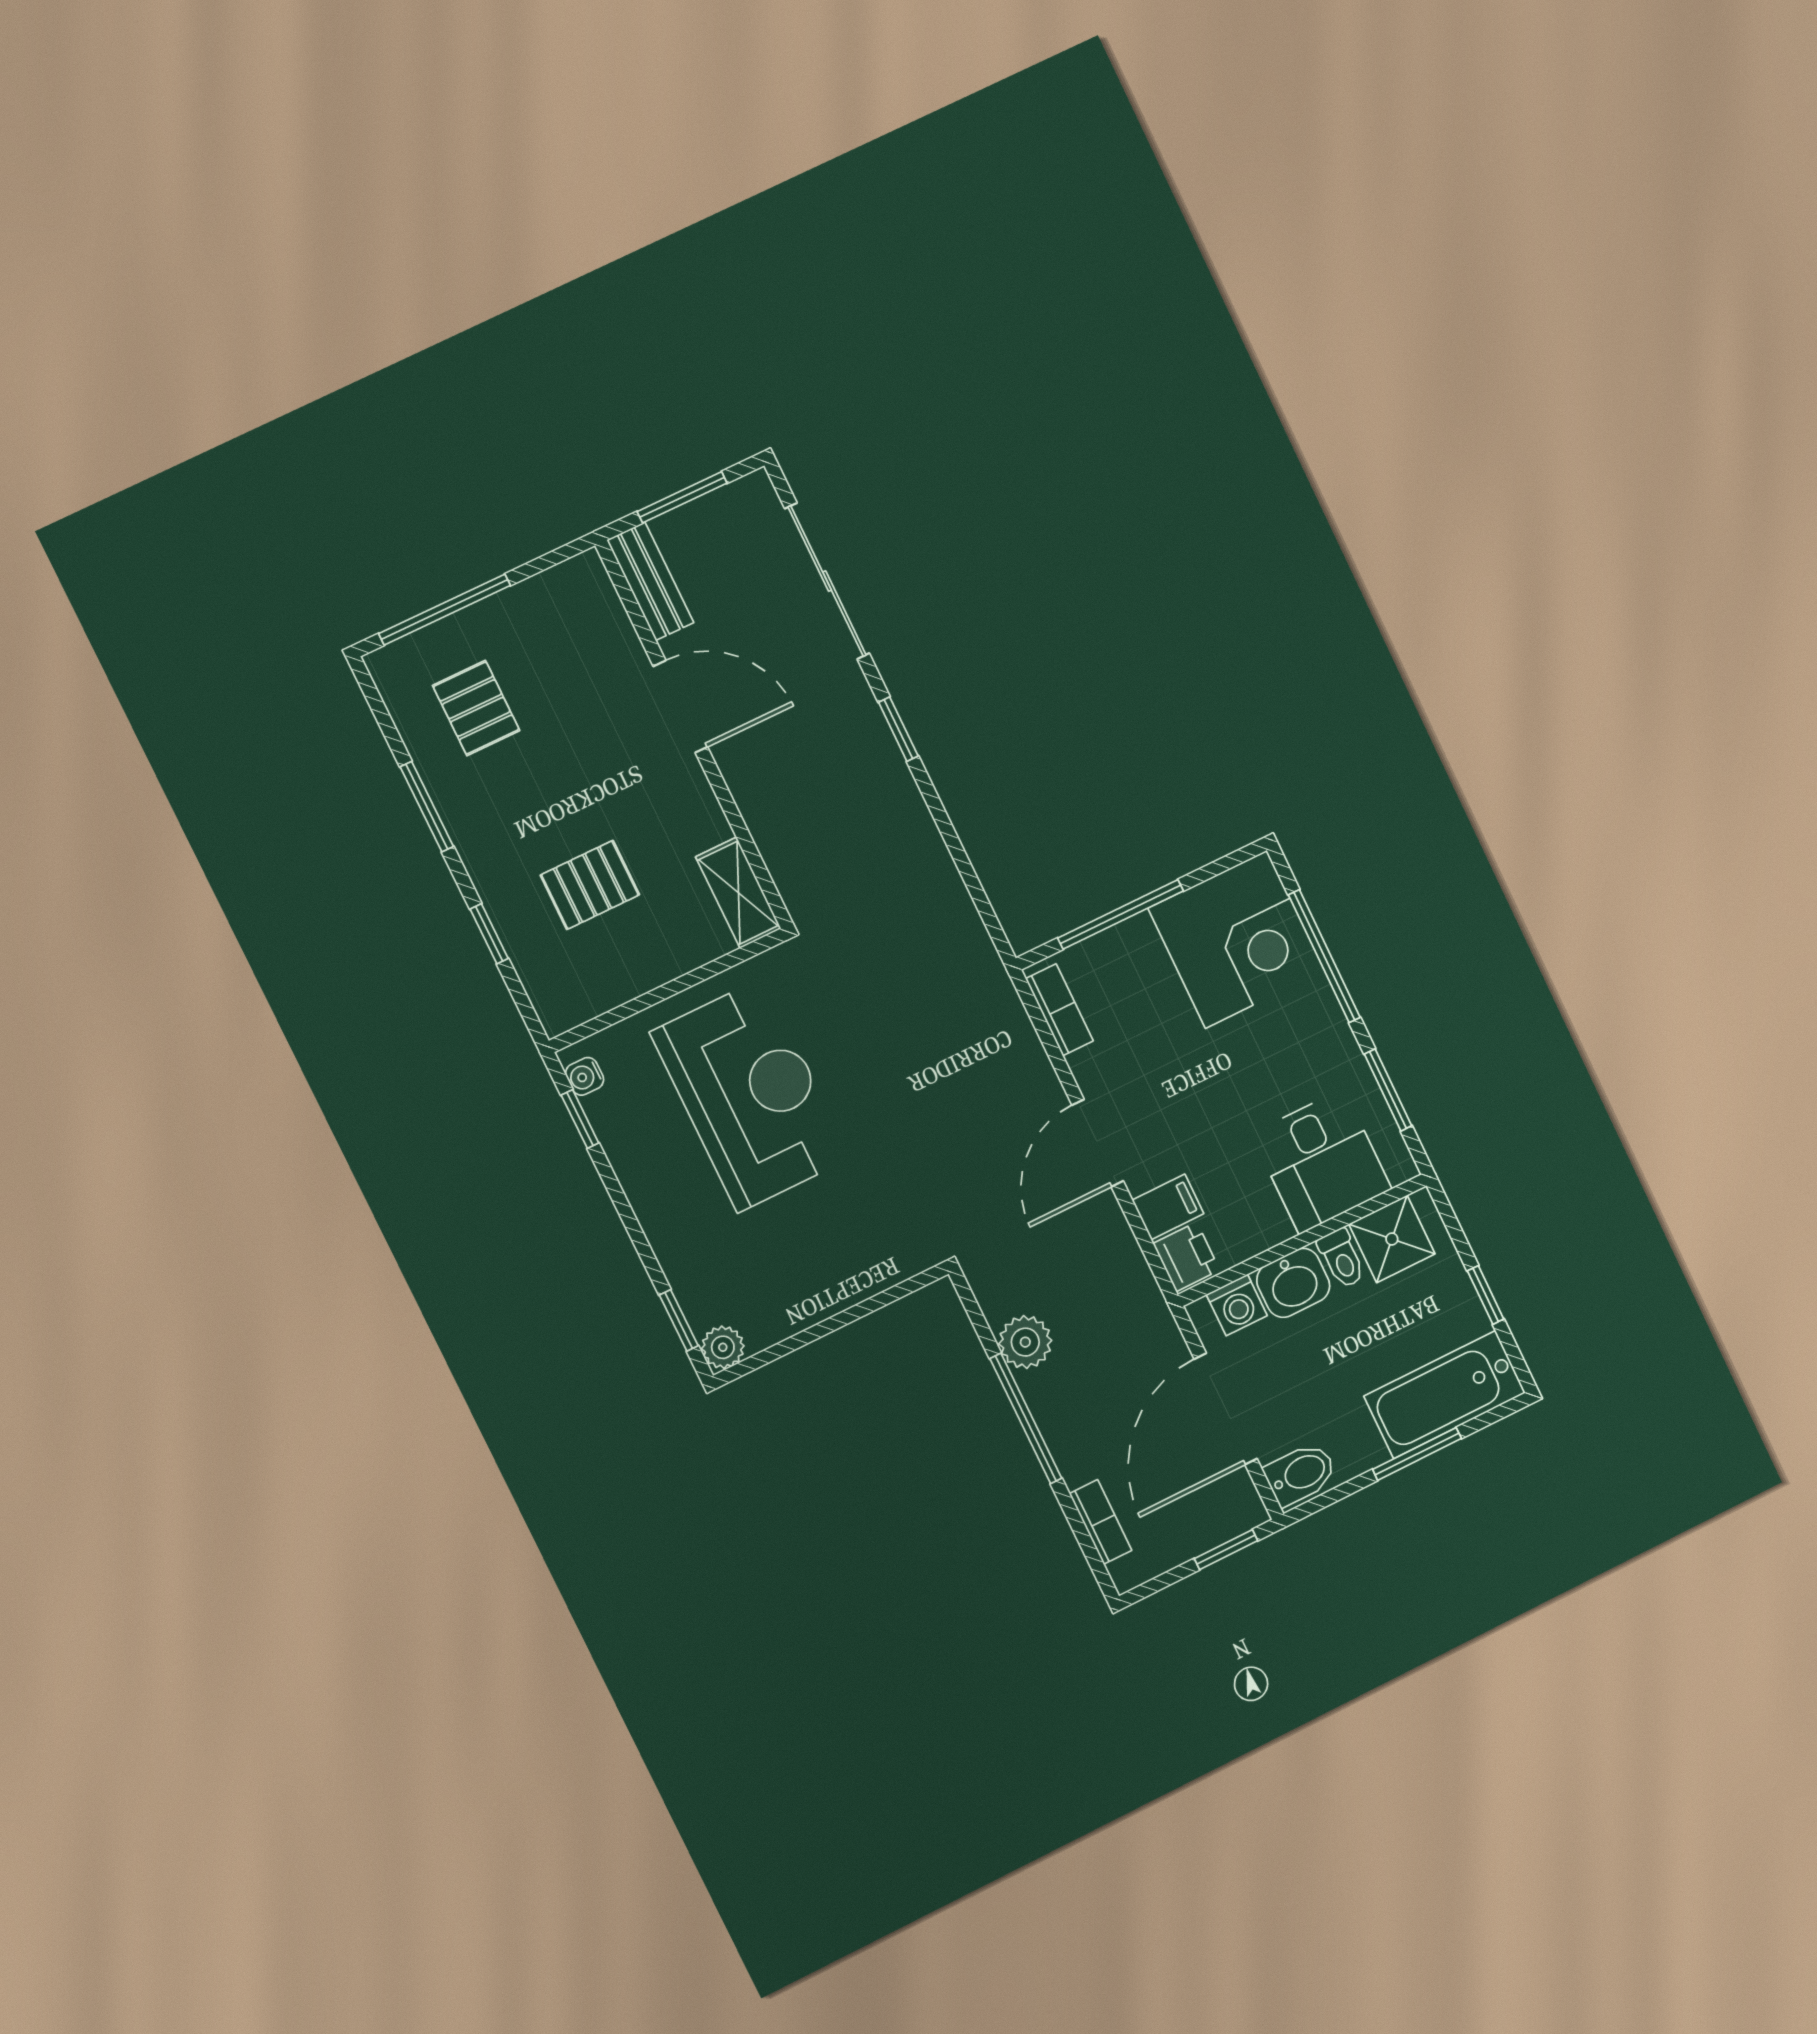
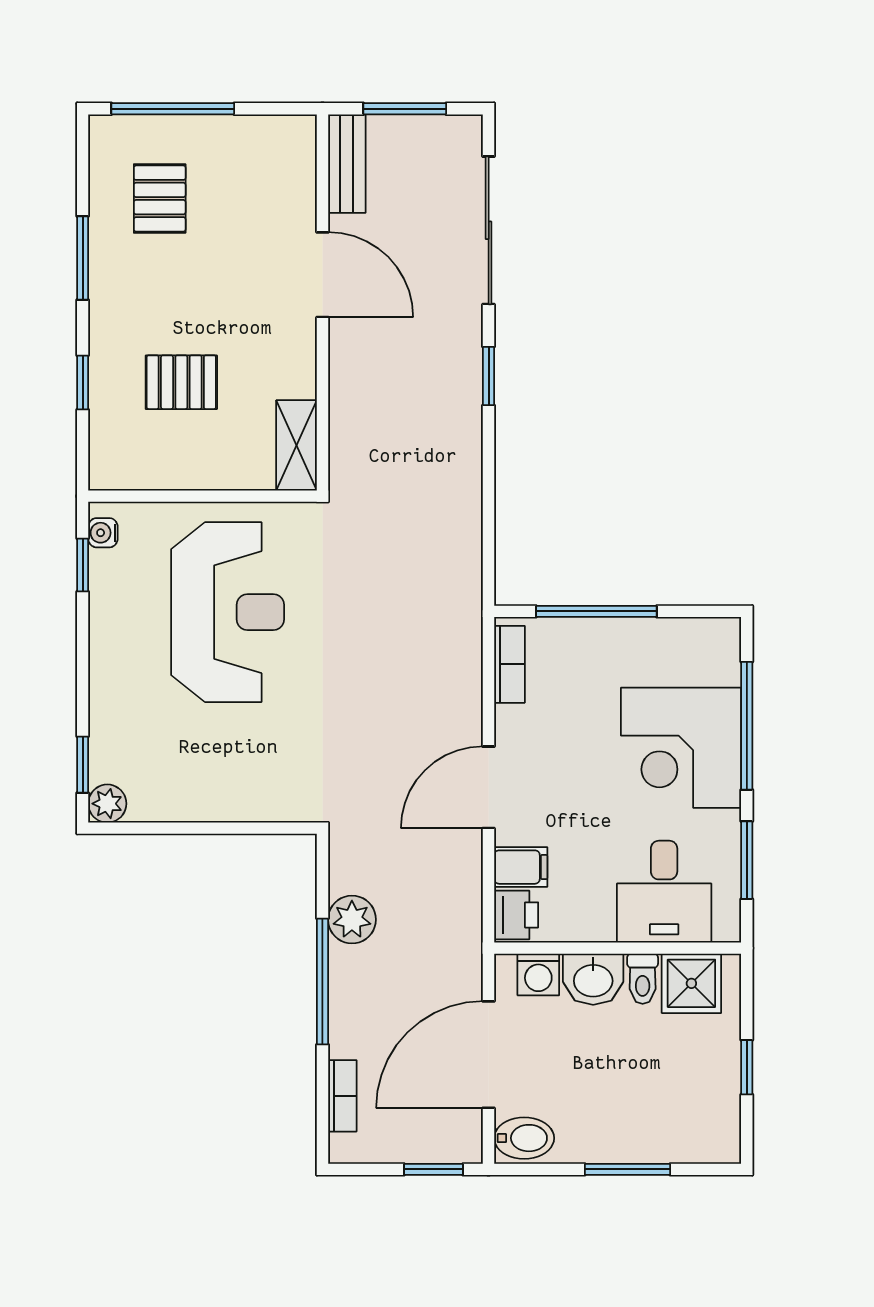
corner desk: (1236, 939) -> (681, 748), moved, turned 90
bathtub: (1445, 1395) -> (674, 1132), removed

